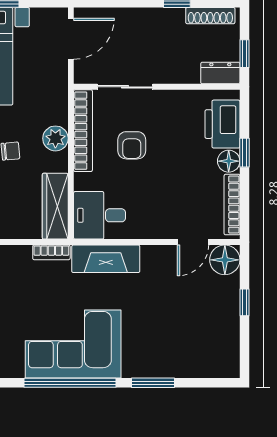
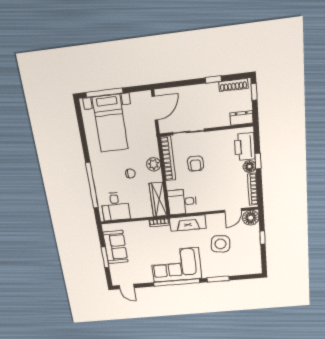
window: (244, 54) -> (254, 92), moved
side table: (164, 308) -> (220, 244), added

